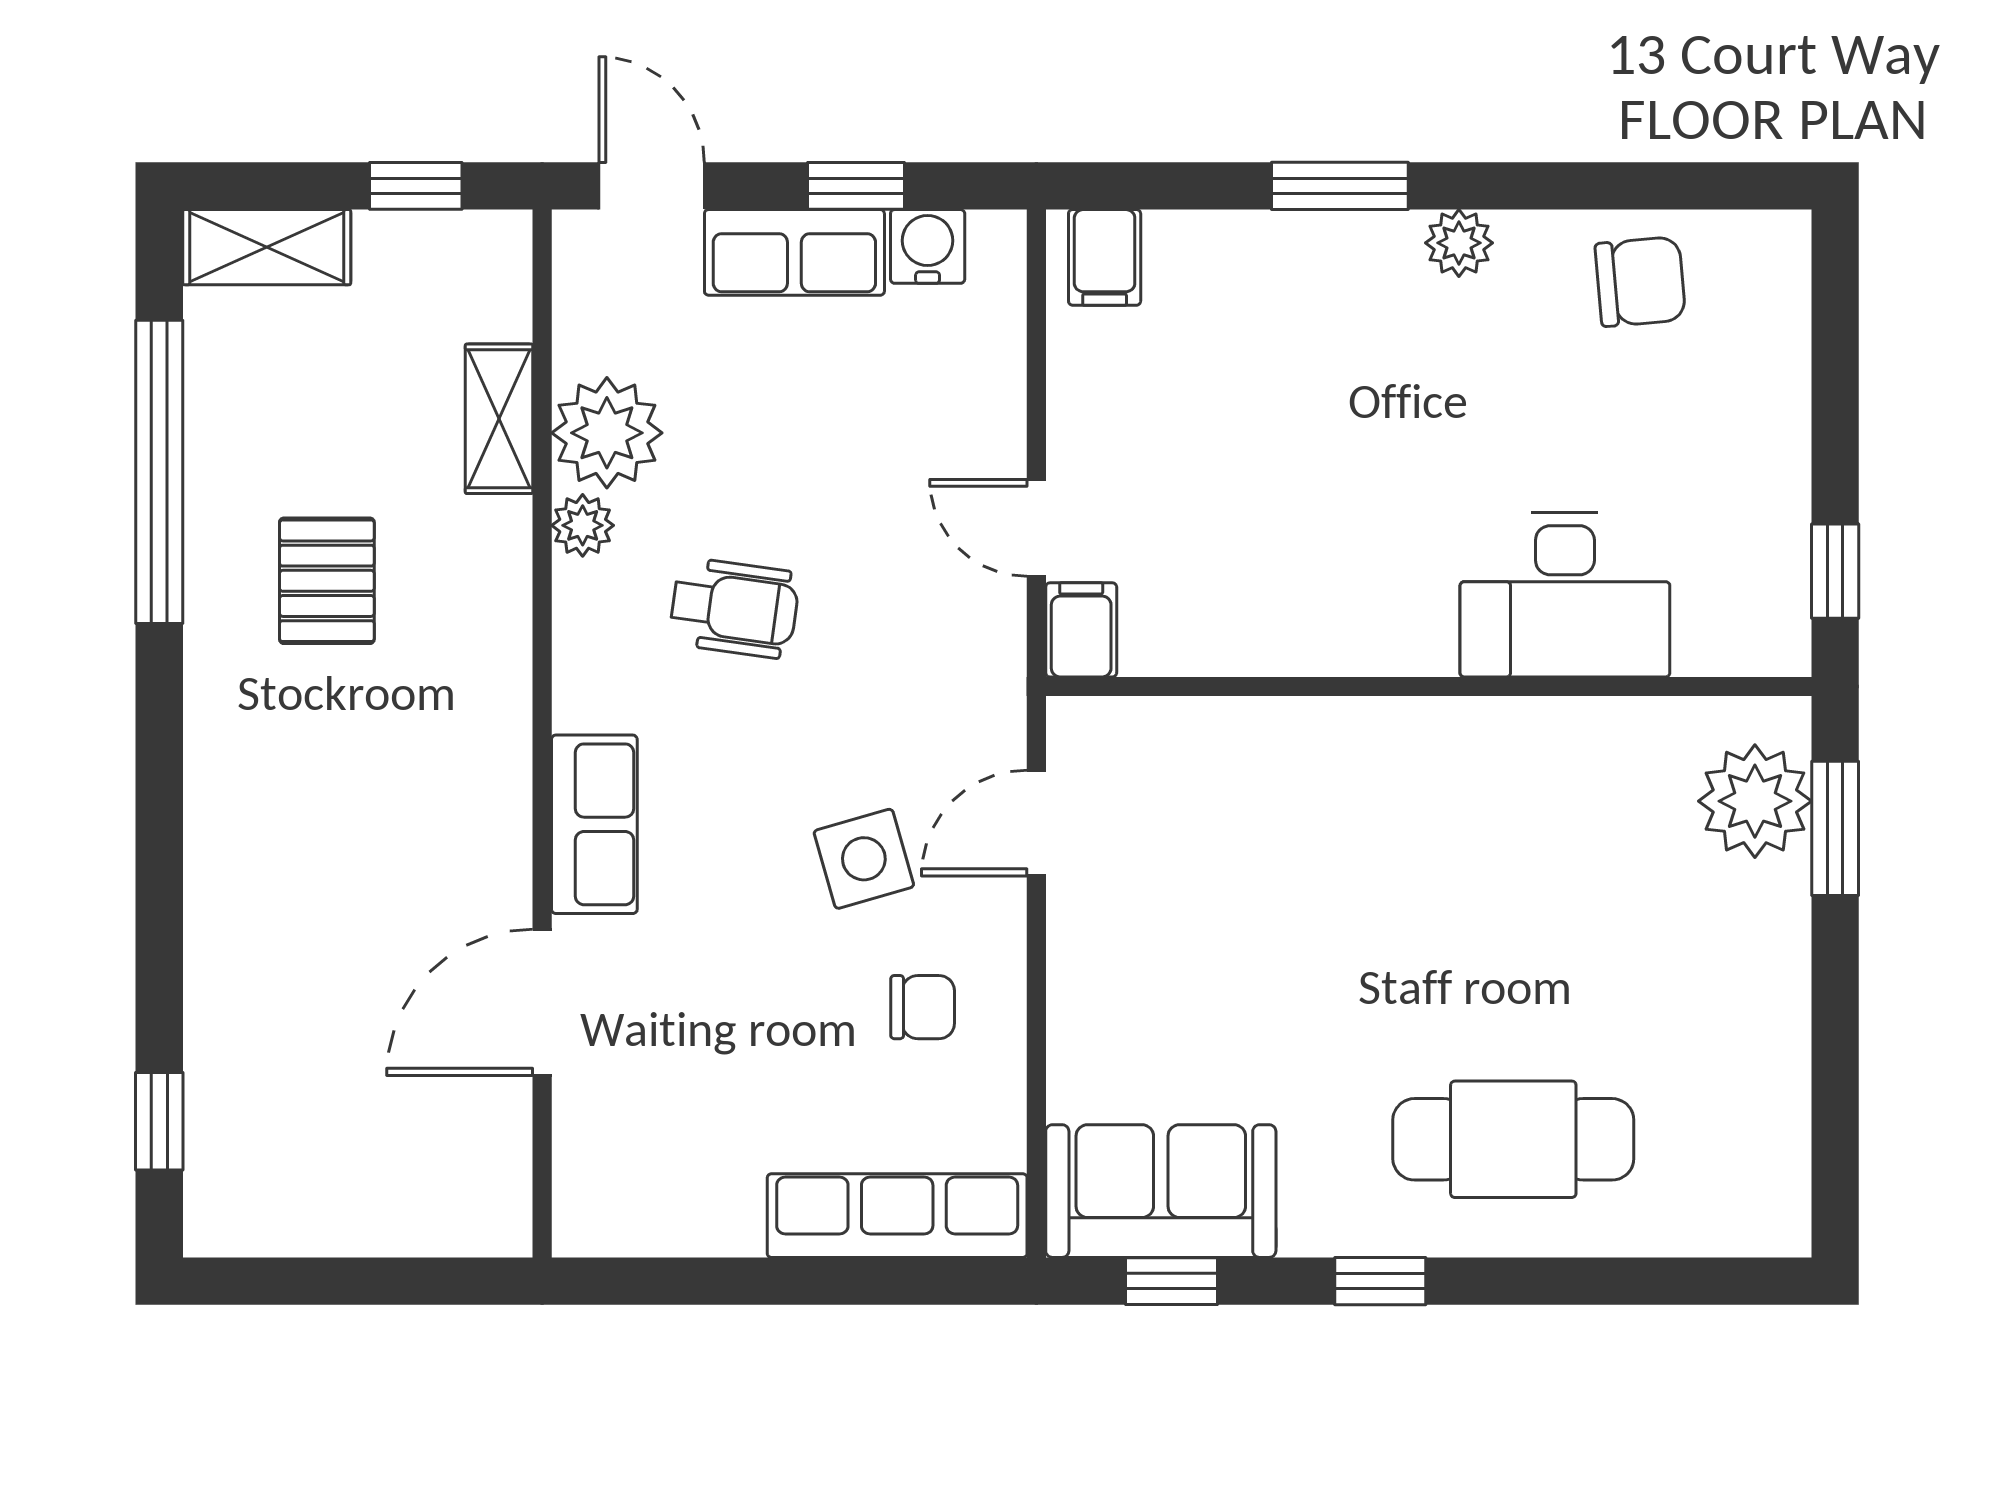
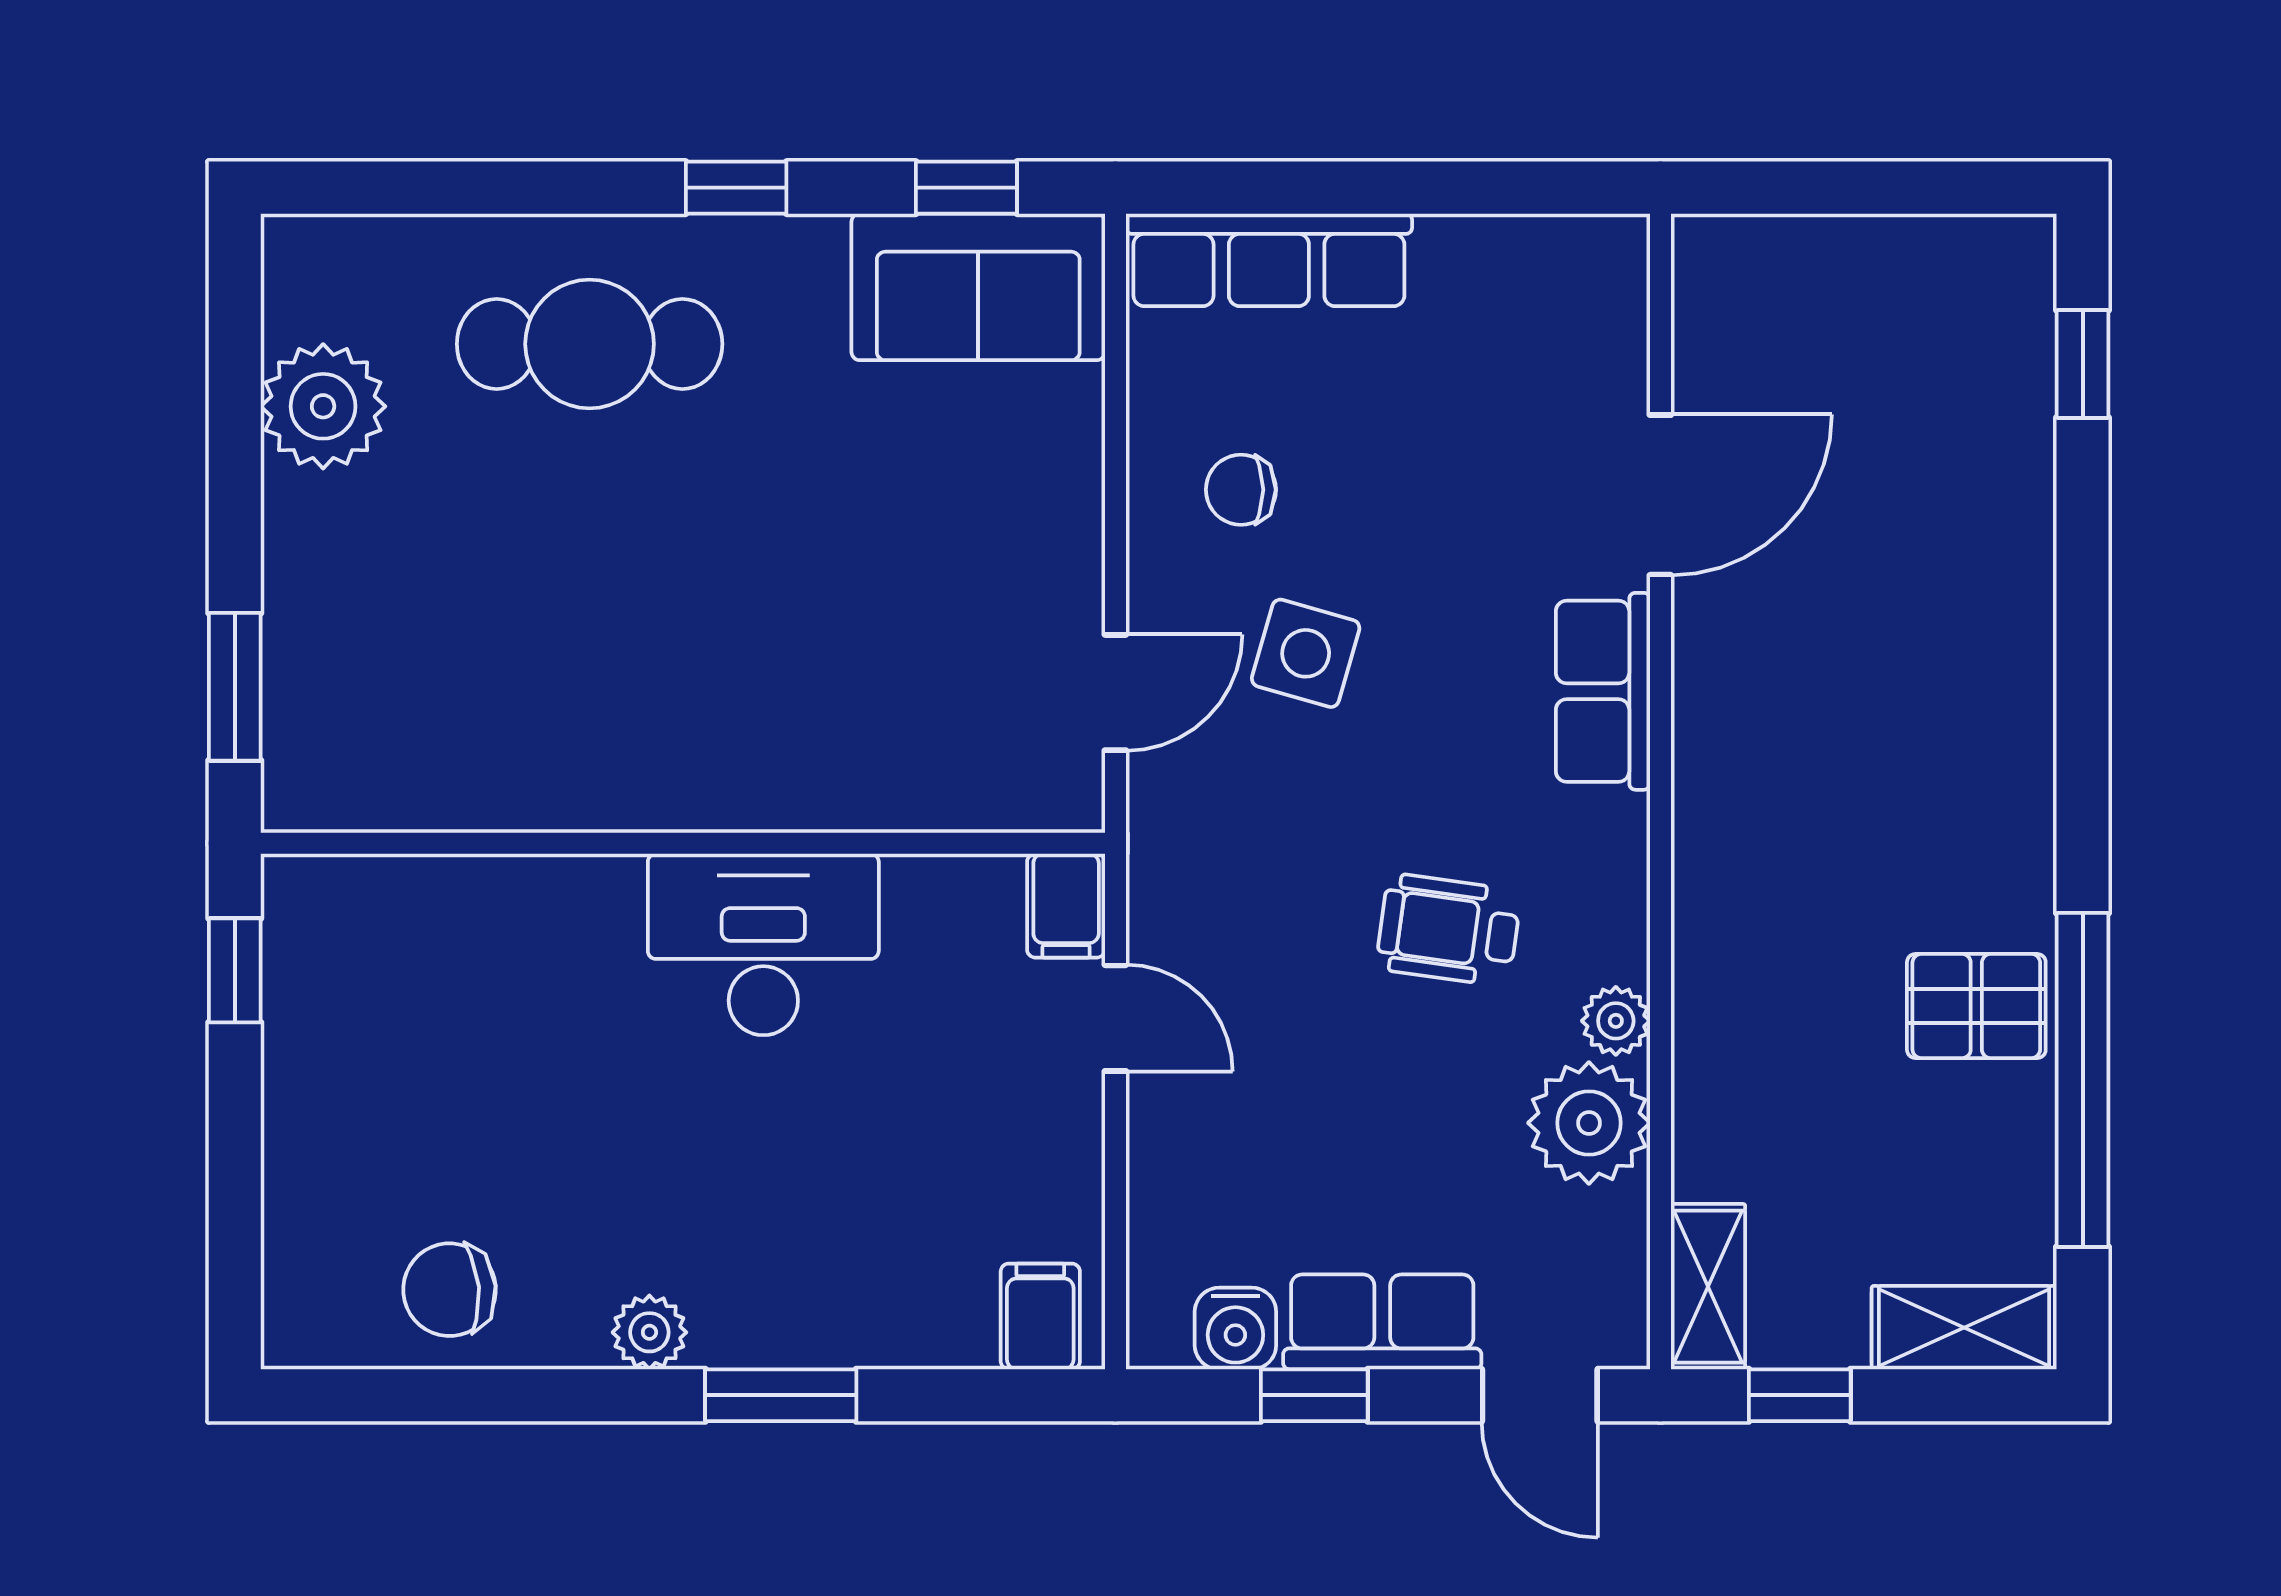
shelving: (499, 419) -> (1708, 1287), moved
pallet: (327, 581) -> (1976, 1006), moved, turned 90
desk: (1565, 595) -> (763, 944), moved
plant: (1755, 801) -> (323, 406), moved
side table: (864, 859) -> (1306, 653), turned 32

